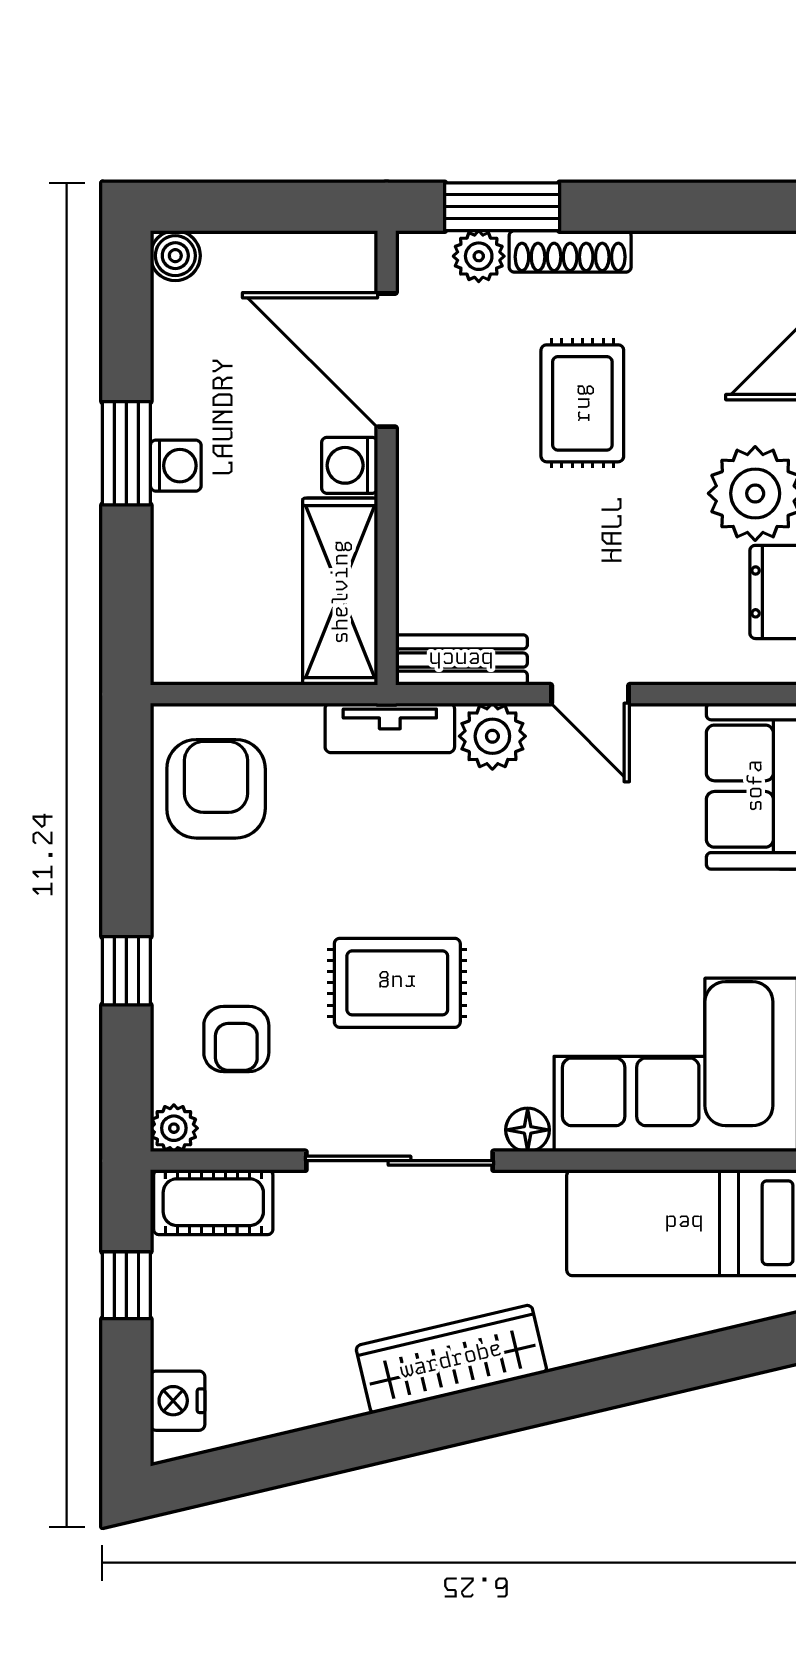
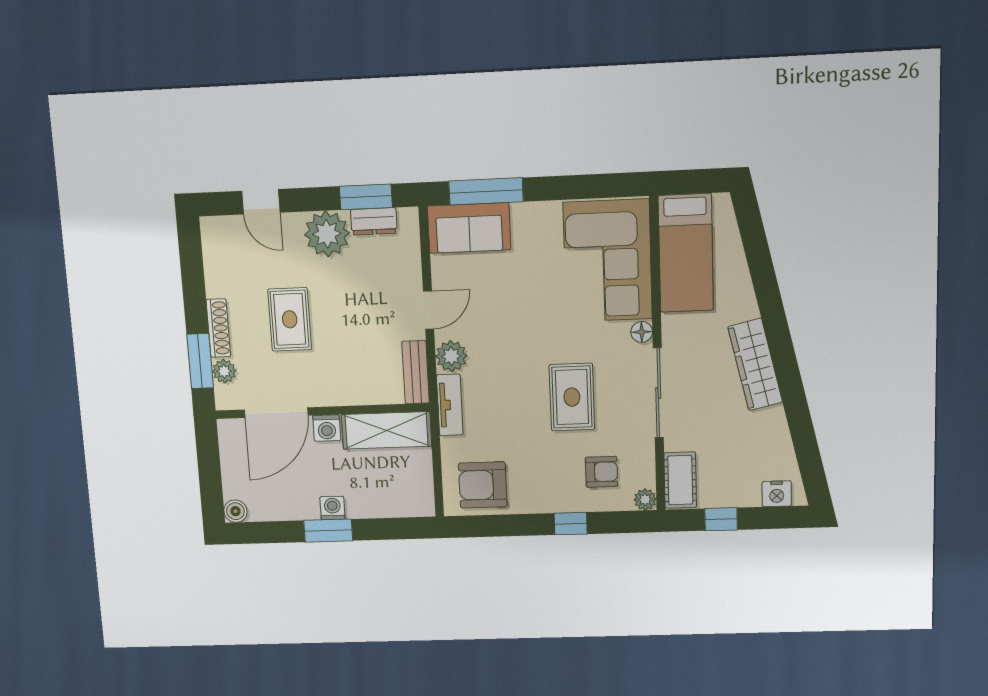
rug: (582, 403) -> (290, 319), turned 90

